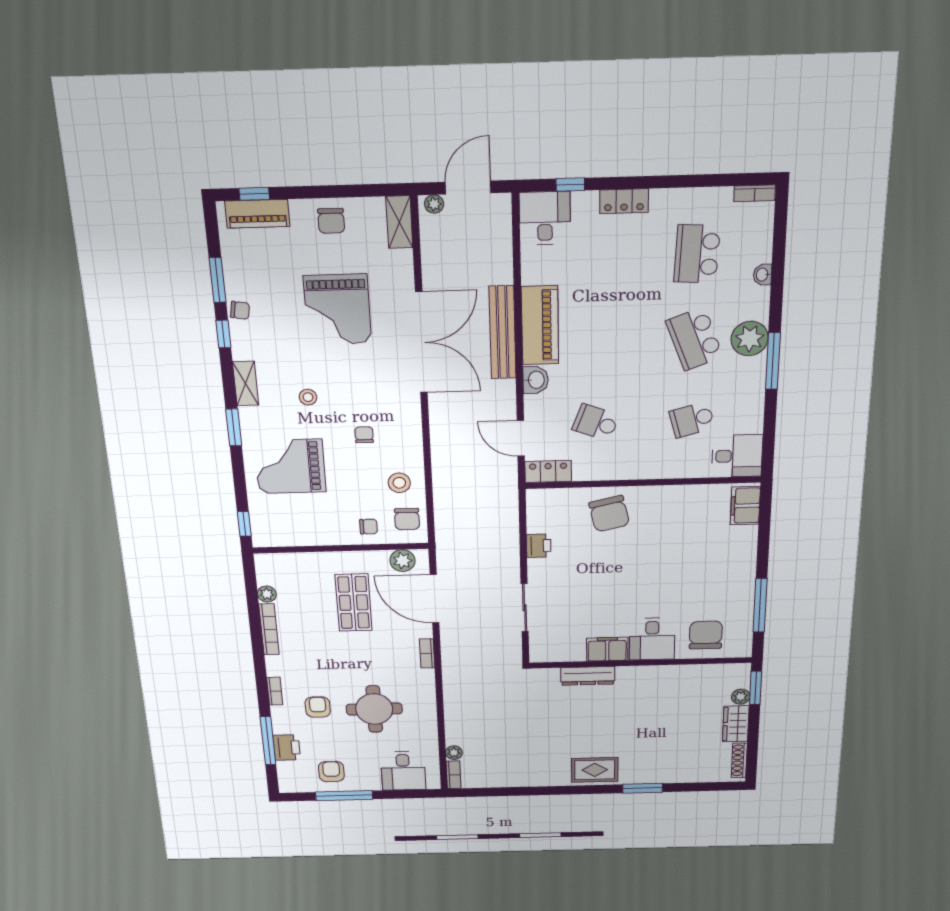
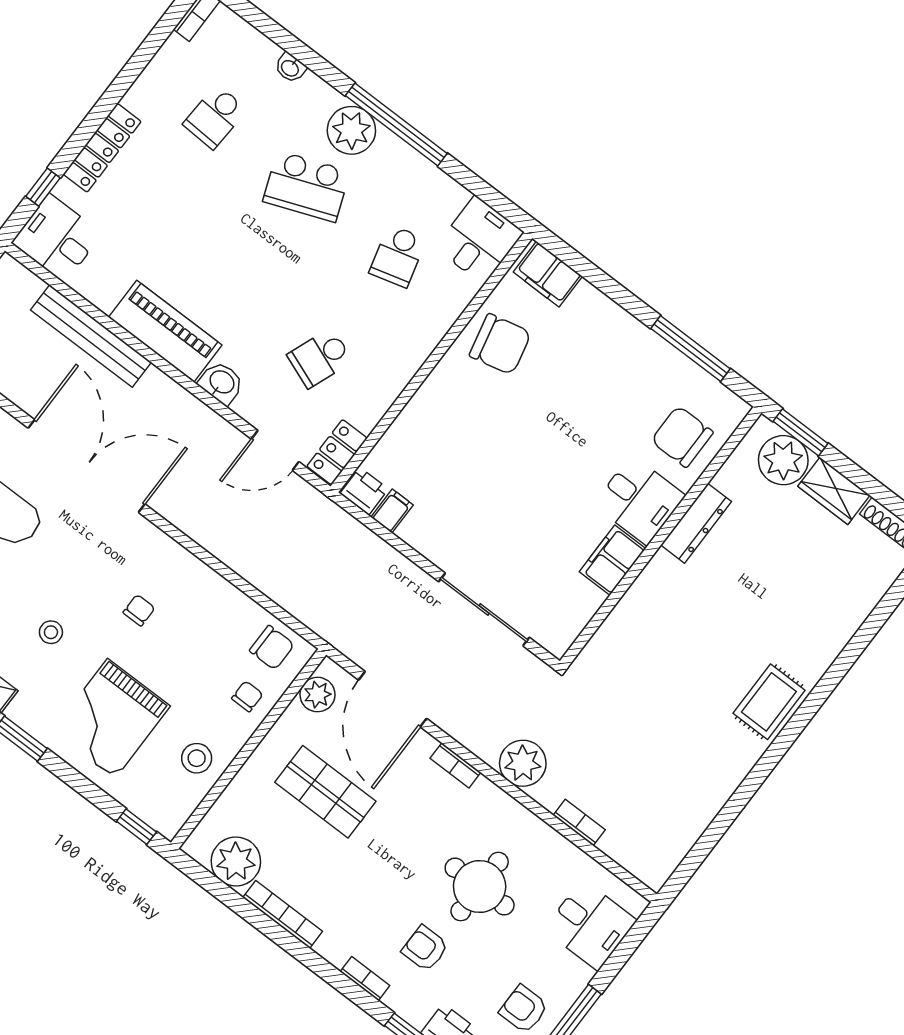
locker: (624, 201) -> (102, 148), width x1.53
school desk: (697, 254) -> (215, 117), width x0.54
bench: (502, 333) -> (91, 336), moved
window: (773, 361) -> (396, 124), width x1.46
chair: (364, 435) -> (139, 610), turned 90
stool: (399, 483) -> (197, 758), moved
chair: (609, 514) -> (500, 344), moved
filing cabinet: (539, 524) -> (392, 511), added
printer: (539, 546) -> (364, 491), moved
plant: (267, 594) -> (236, 861), width x1.87, depth x1.87
door: (435, 599) -> (393, 699), hinge flipped
sliding door: (525, 608) -> (484, 610), width x1.37
dresser: (588, 676) -> (696, 523), moved
plant: (741, 697) -> (783, 460), width x1.87, depth x1.87
plant: (454, 753) -> (523, 763), moved, width x1.88, depth x1.88
bookcase: (453, 775) -> (579, 823), moved
window: (643, 788) -> (841, 666), removed

